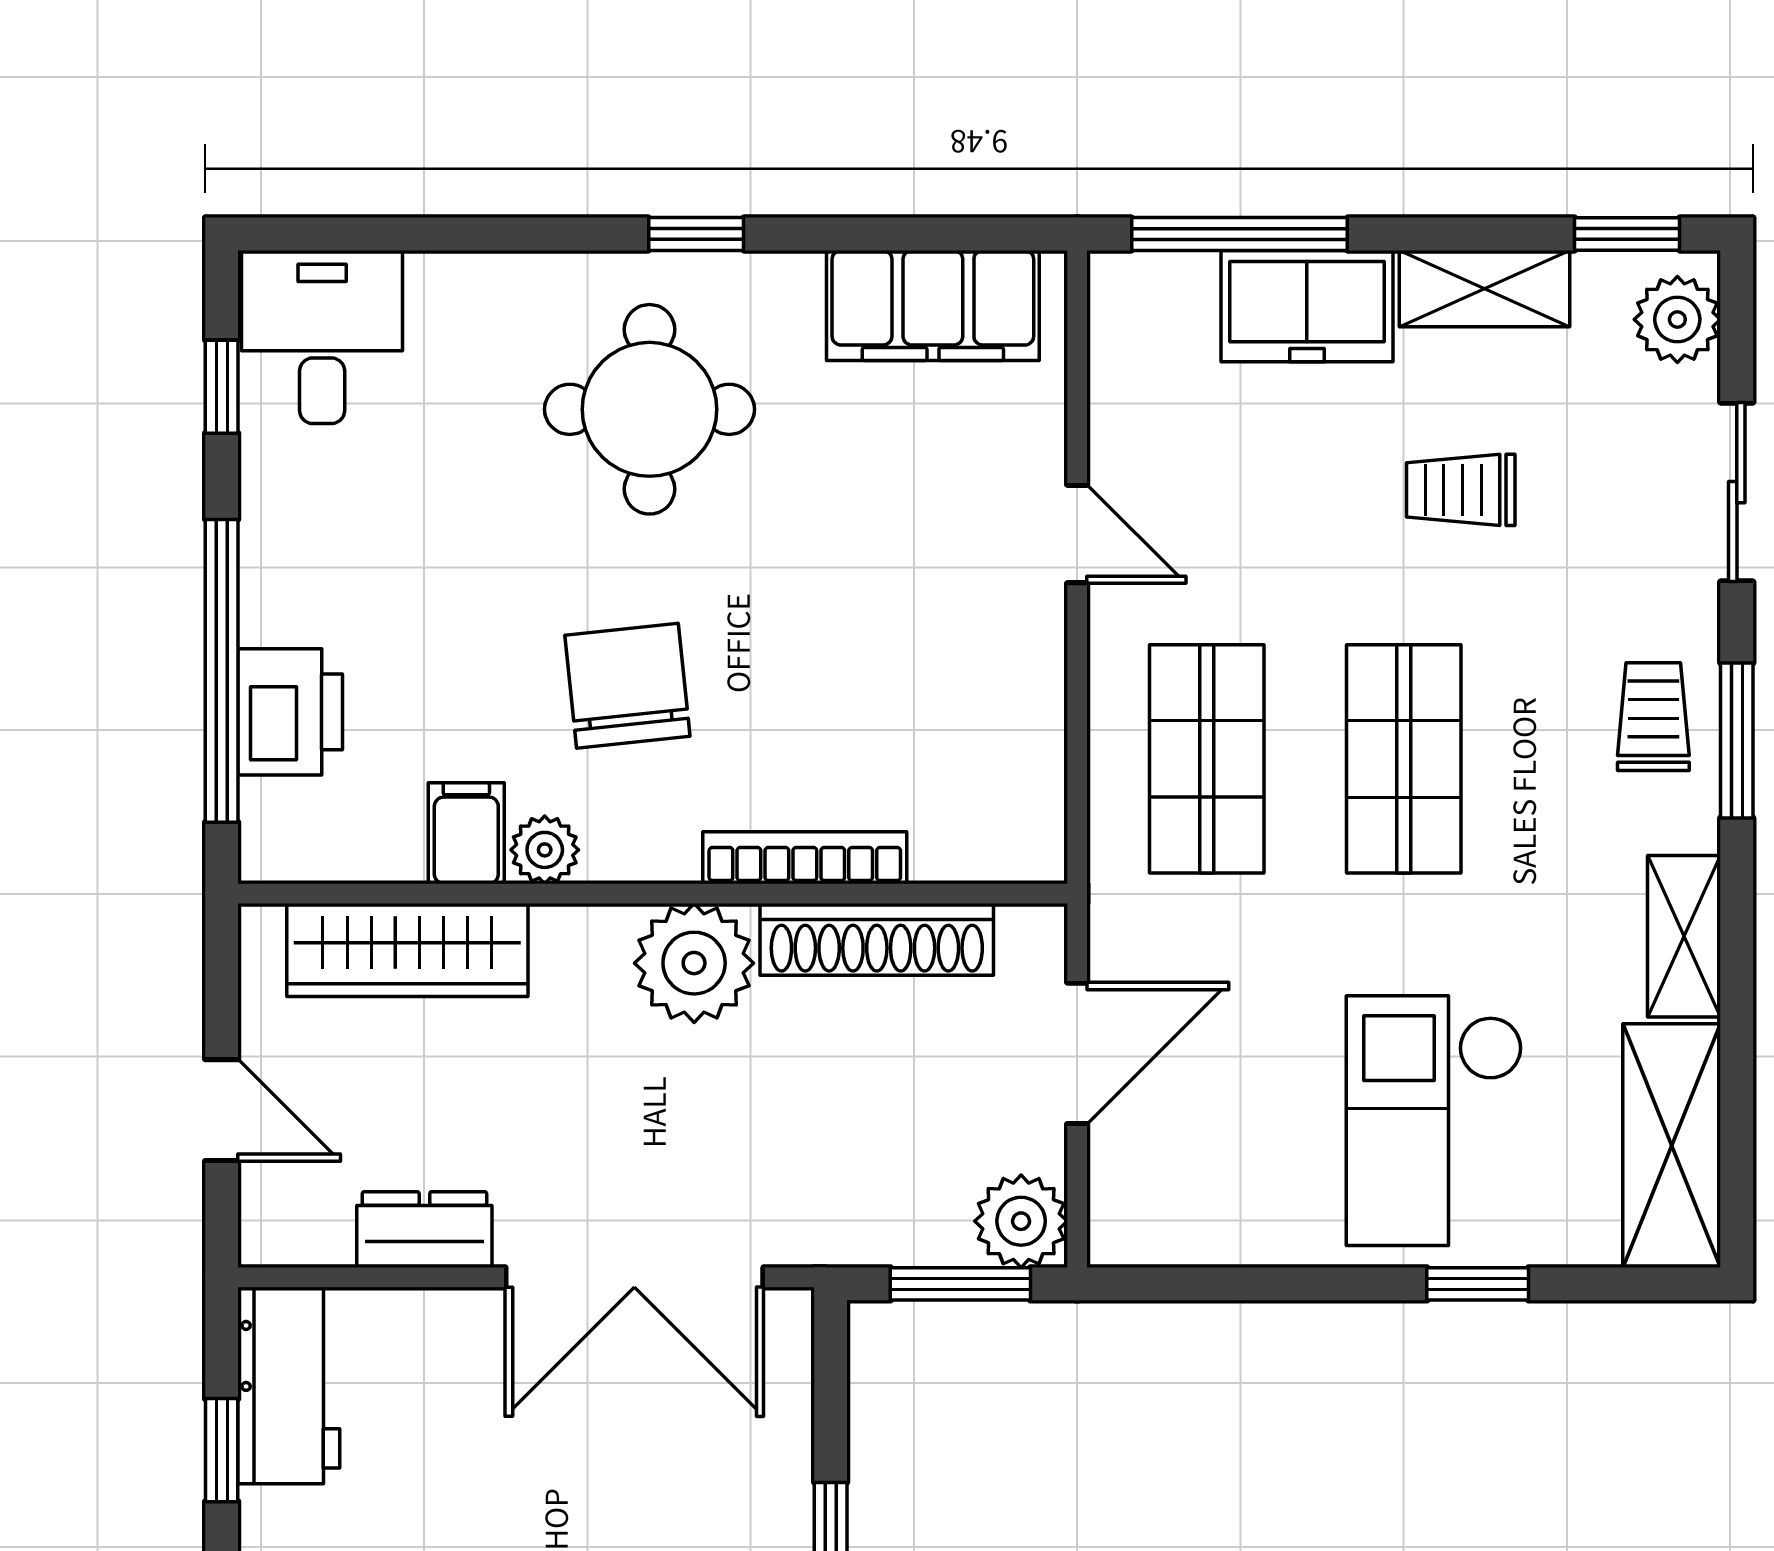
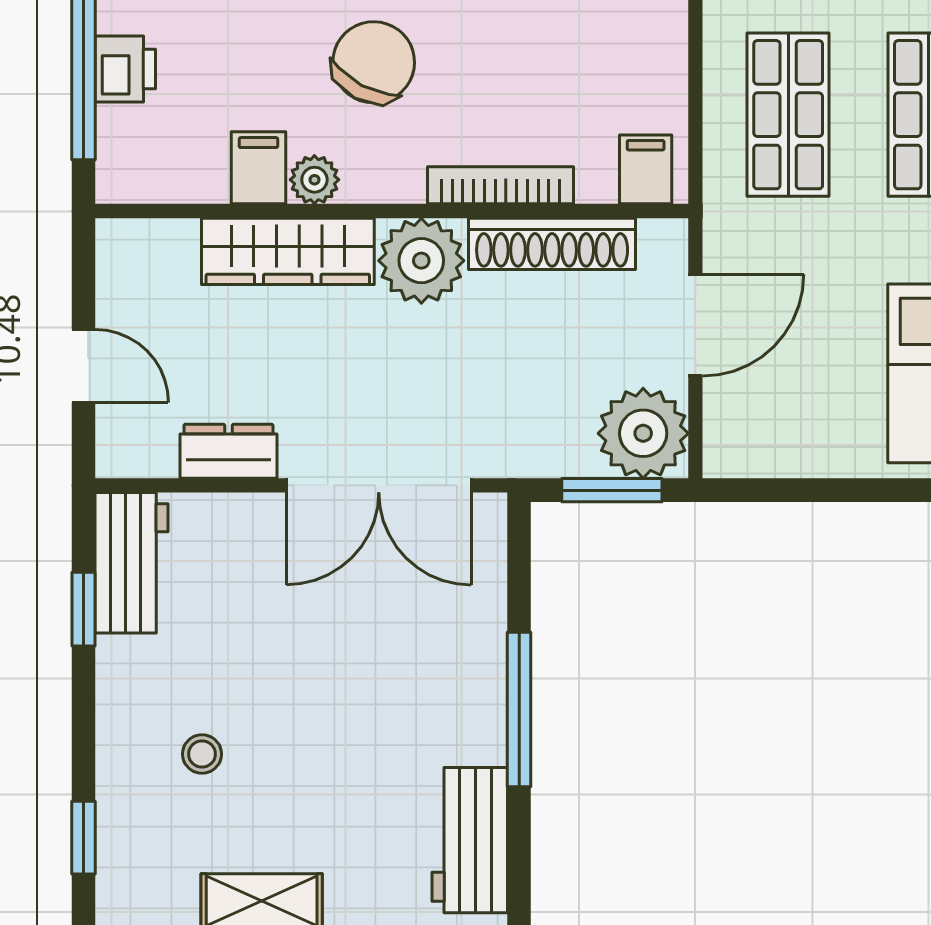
chair: (627, 686) -> (374, 62), turned 34
printer: (290, 712) -> (125, 69), width x0.73, depth x0.81
filing cabinet: (1008, 835) -> (646, 169), added
wardrobe: (407, 950) -> (288, 251), moved
plant: (1021, 1221) -> (643, 433), width x1.36, depth x1.36

